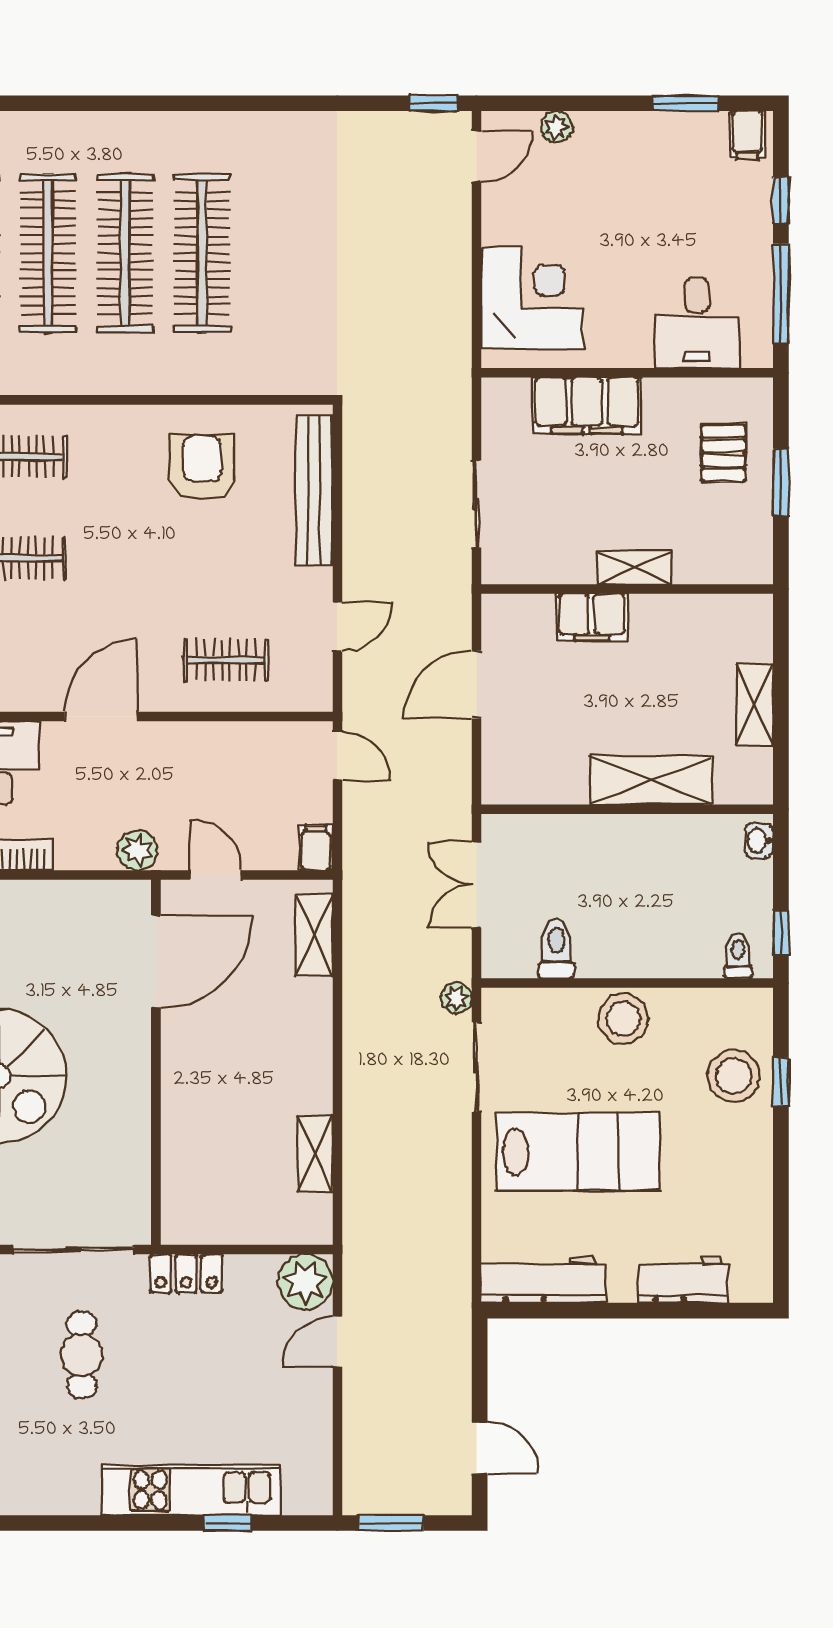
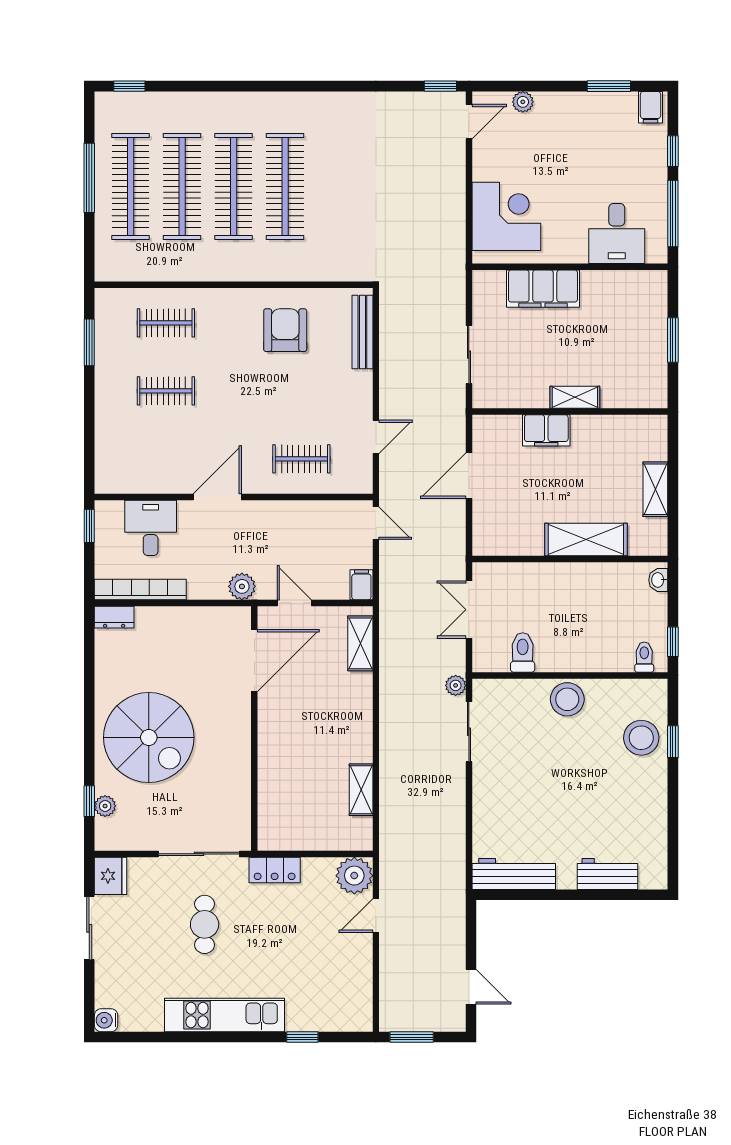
pallet: (723, 453) -> (634, 321), removed
bench: (314, 491) -> (362, 332), width x0.73, depth x0.82
lab bench: (578, 1152) -> (537, 789), removed
kitchen unit: (191, 1490) -> (225, 1015), moved

